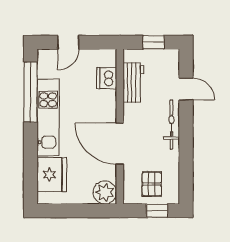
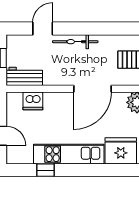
workbench: (133, 82) -> (24, 76), moved
window: (31, 92) -> (46, 170), width x0.32

